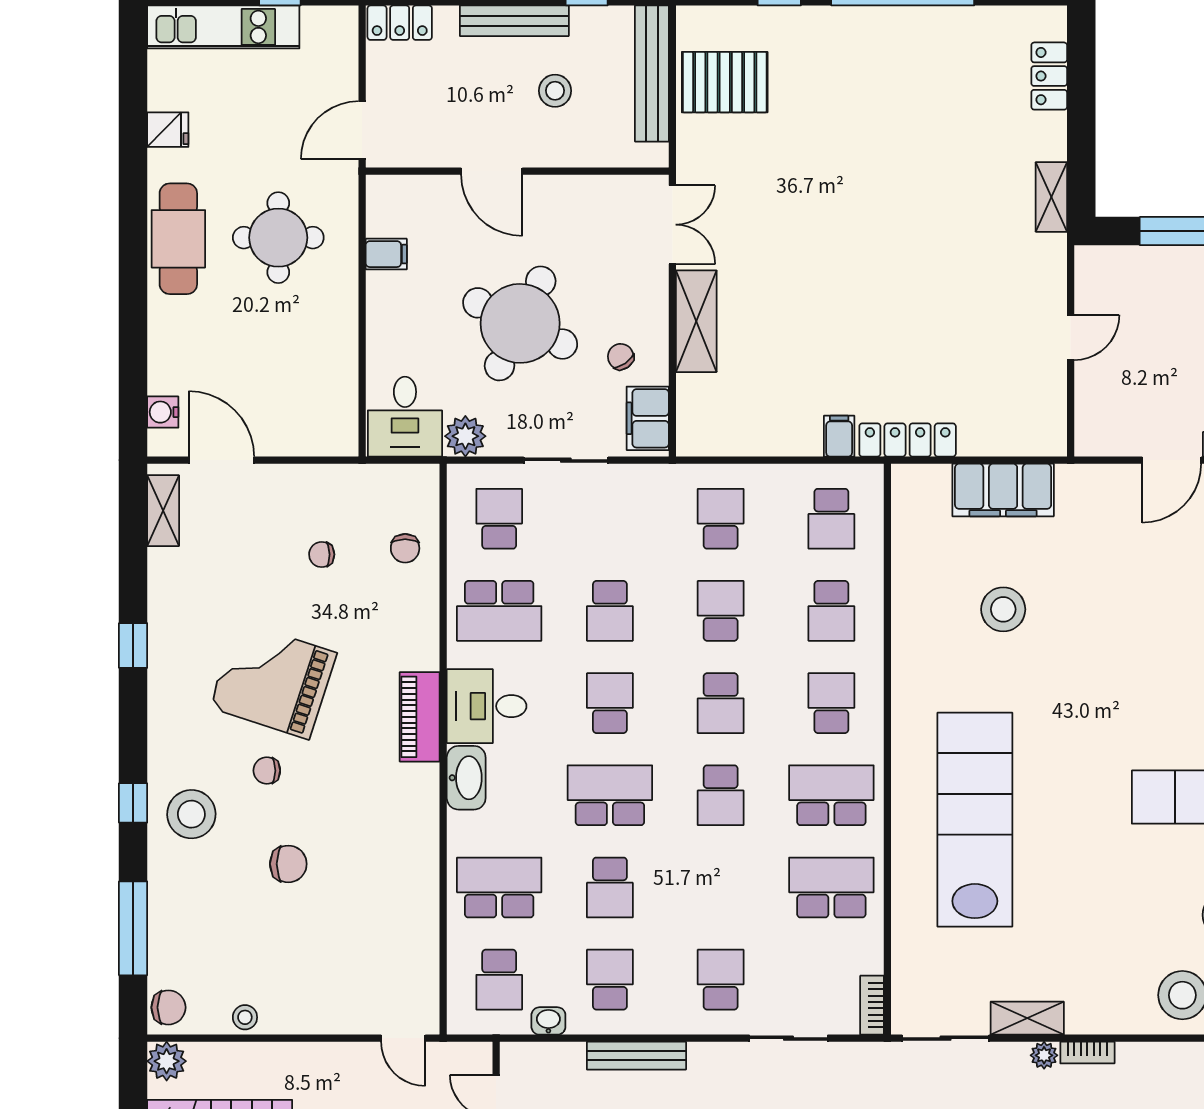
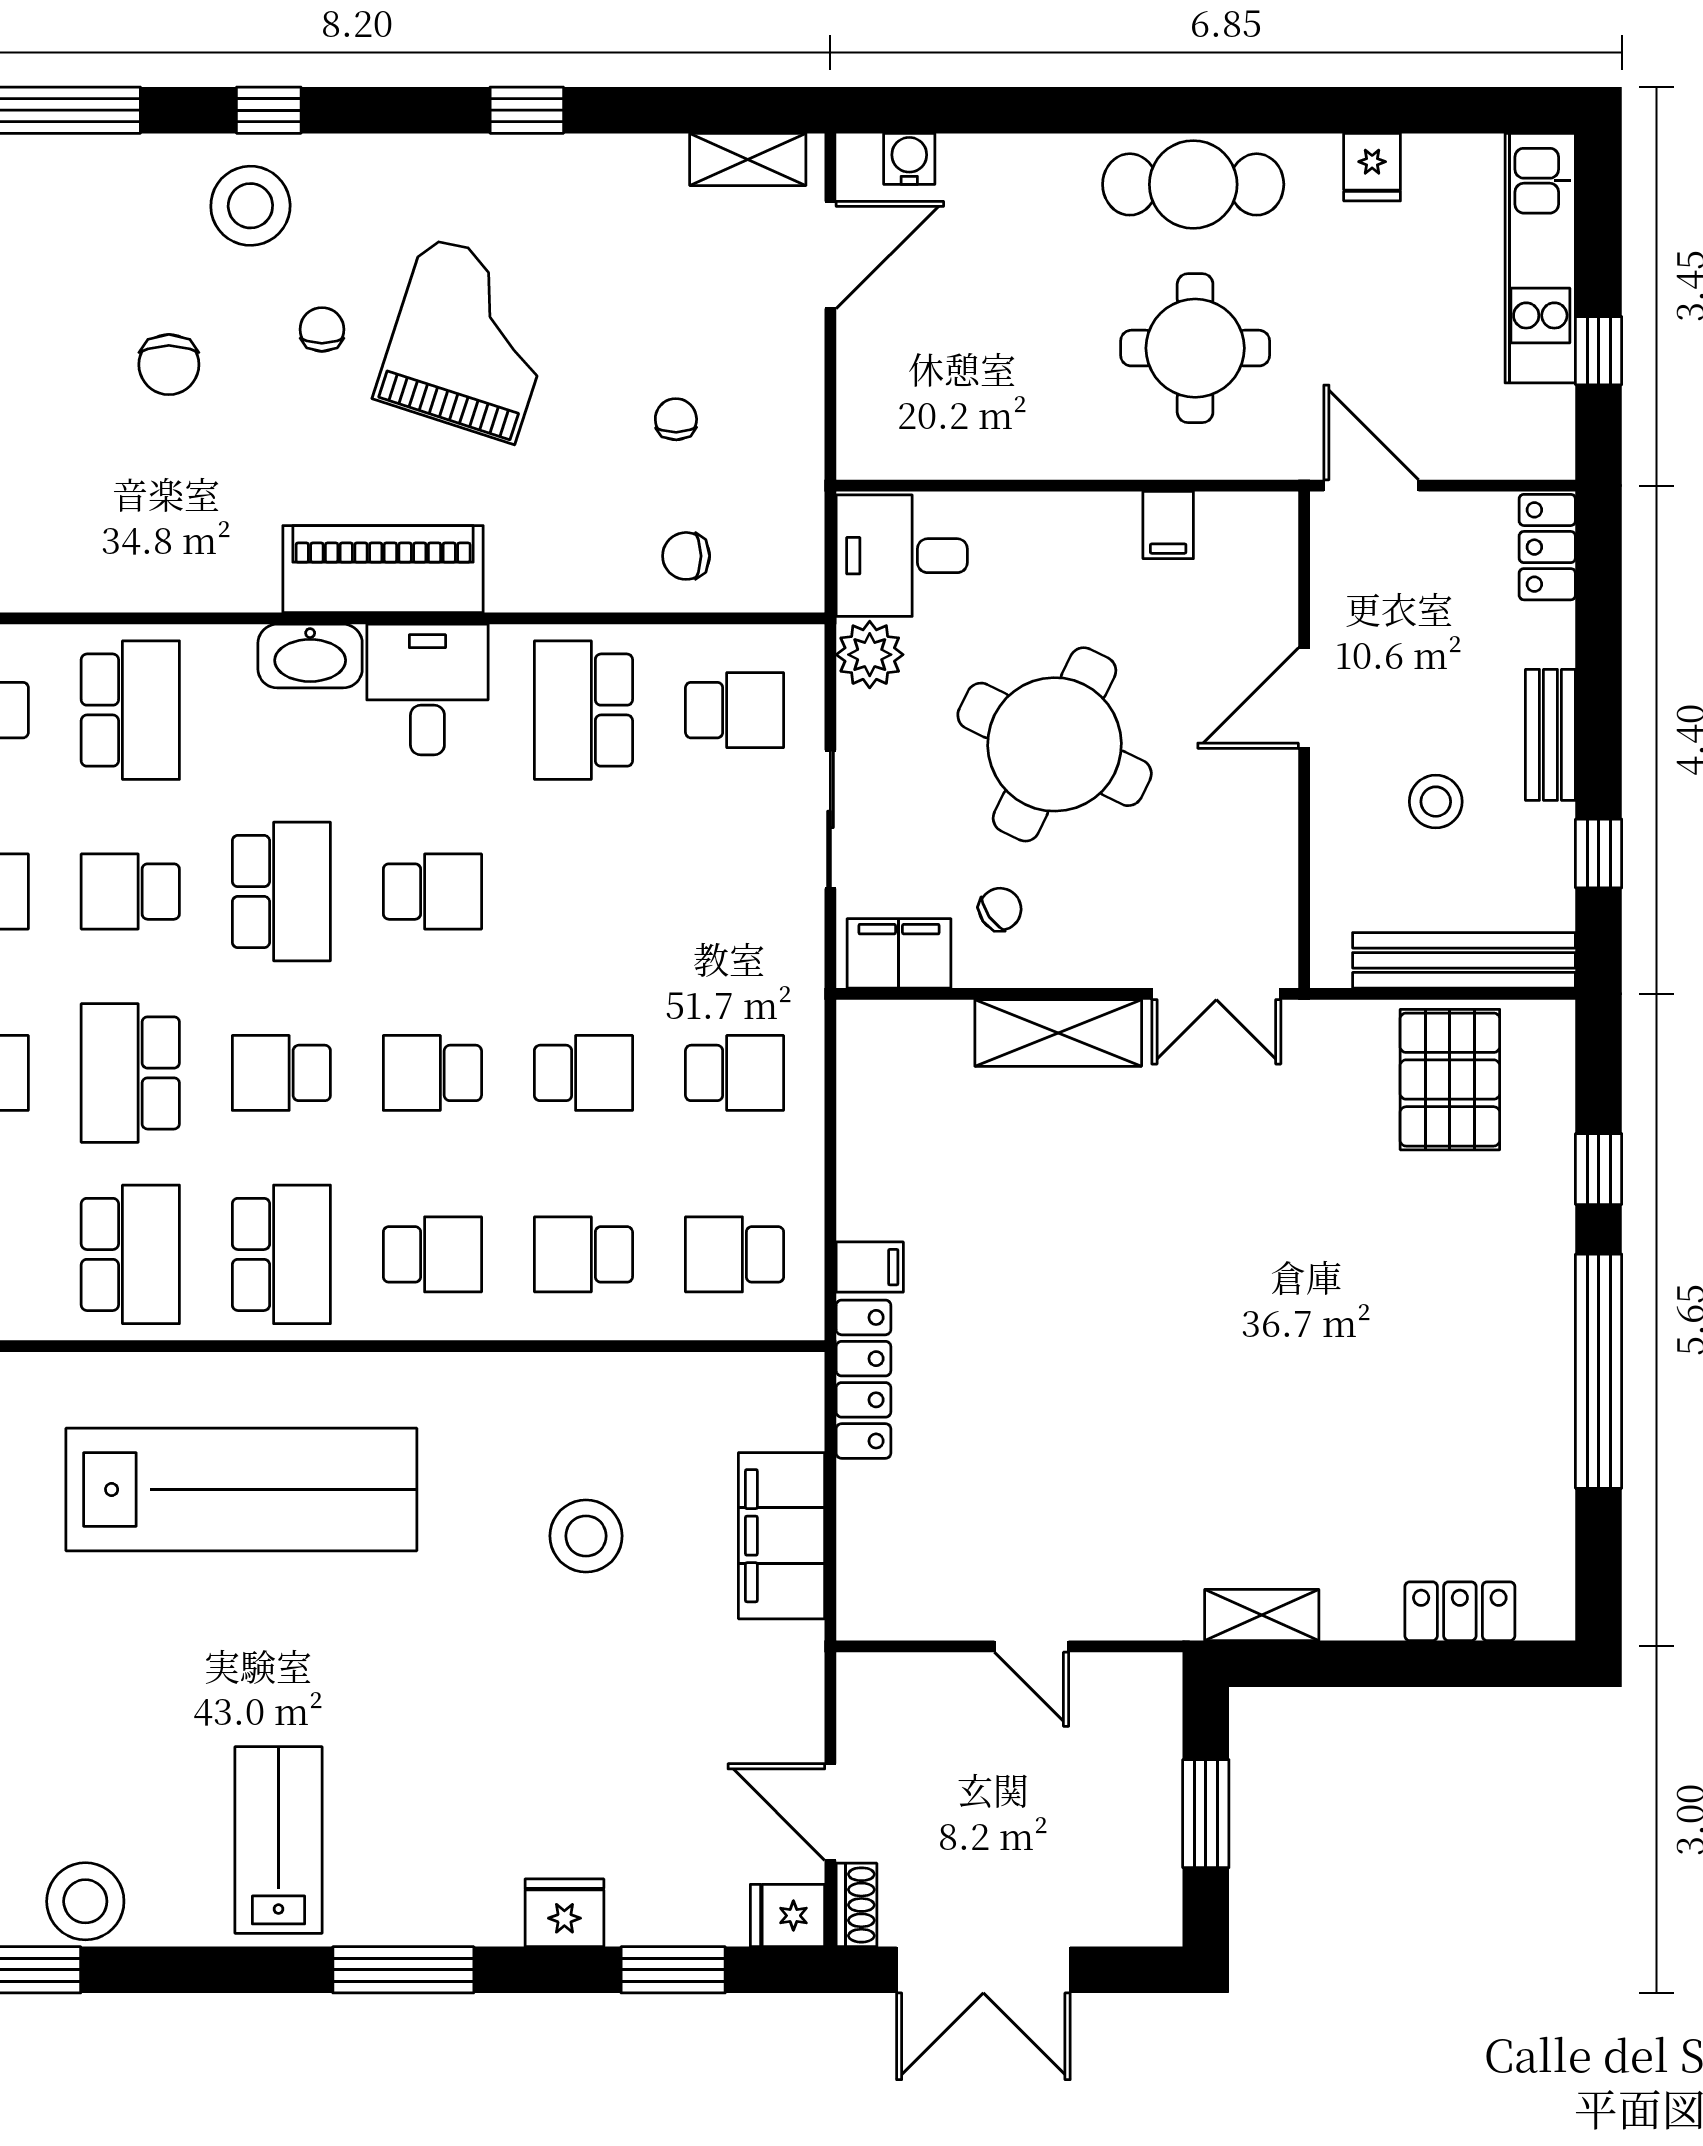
bench: (514, 21) -> (1550, 735), width x0.73
school desk: (610, 611) -> (130, 1073), moved, width x1.85
piano: (420, 717) -> (383, 569), width x1.37, depth x1.33

